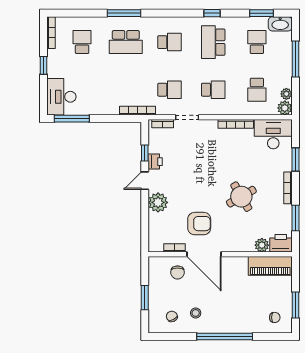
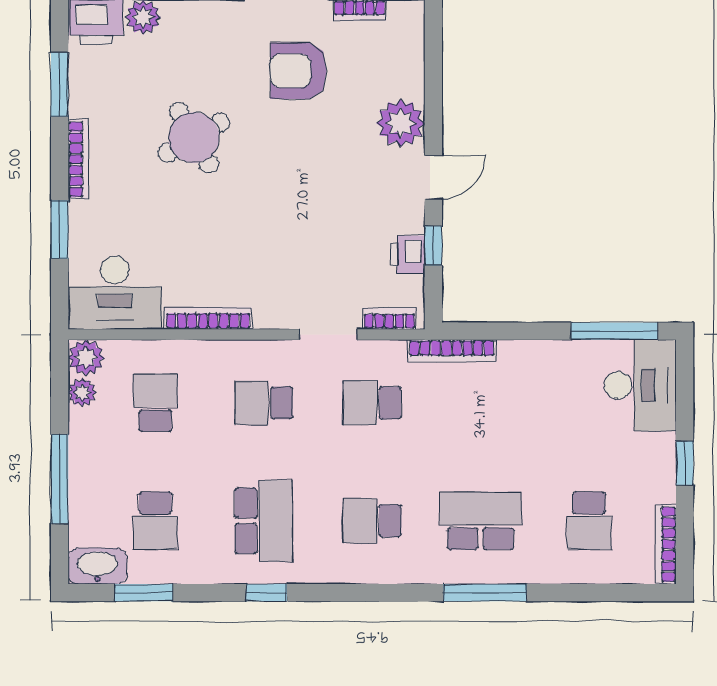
printer: (155, 162) -> (408, 255), moved

